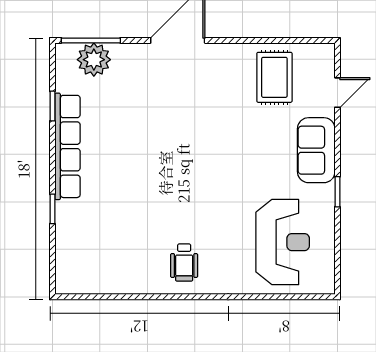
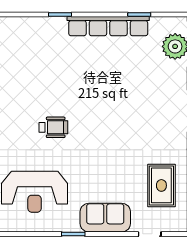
rug: (274, 77) -> (161, 185), turned 90
wheelchair: (184, 263) -> (53, 127), moved, turned 180

